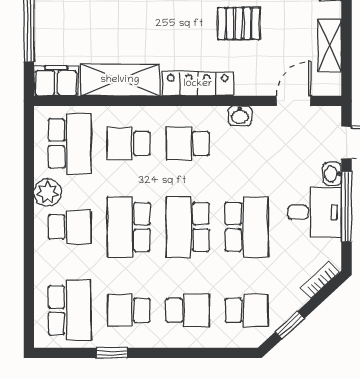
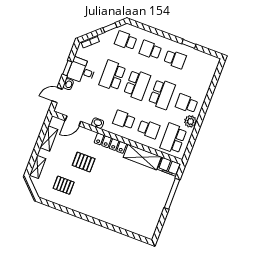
school desk: (188, 143) -> (124, 120), turned 180
window: (346, 207) -> (67, 68), width x0.46
school desk: (70, 310) -> (200, 69), removed

